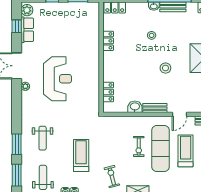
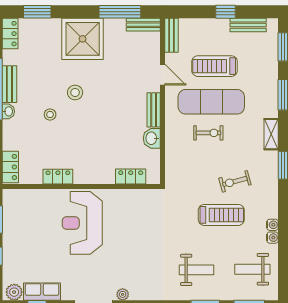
stool: (165, 68) -> (75, 92), moved
reception desk: (57, 79) -> (82, 223), moved, turned -90
treadmill: (81, 156) -> (221, 215), turned 180
exercise bike: (112, 177) -> (235, 181), moved

